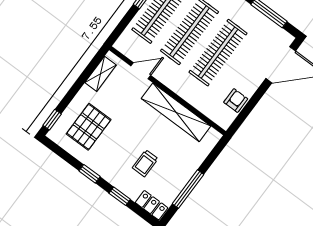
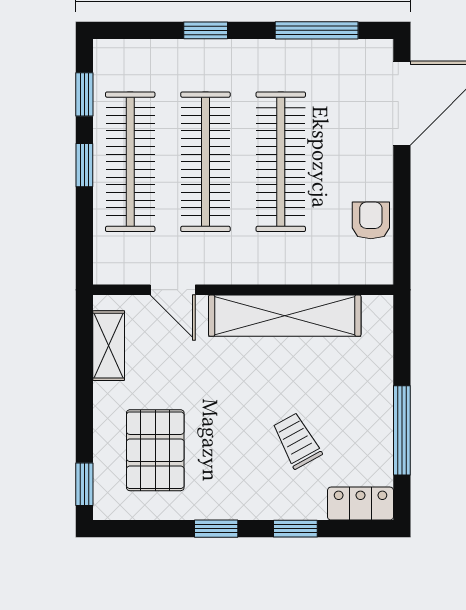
door: (141, 71) -> (173, 290), swing flipped
trolley: (145, 163) -> (297, 441), turned 151

